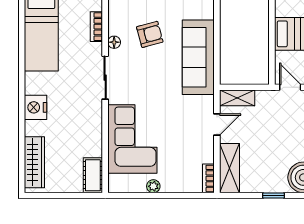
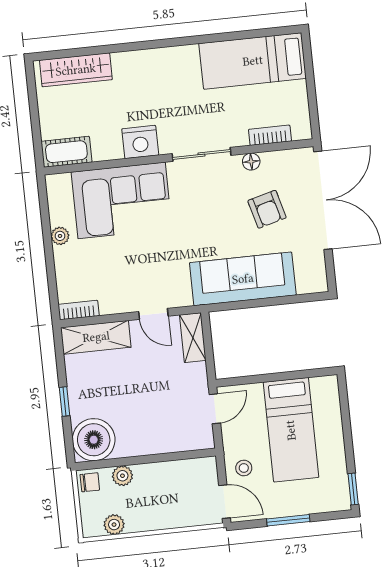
nightstand: (35, 107) -> (140, 142), moved, turned 180

